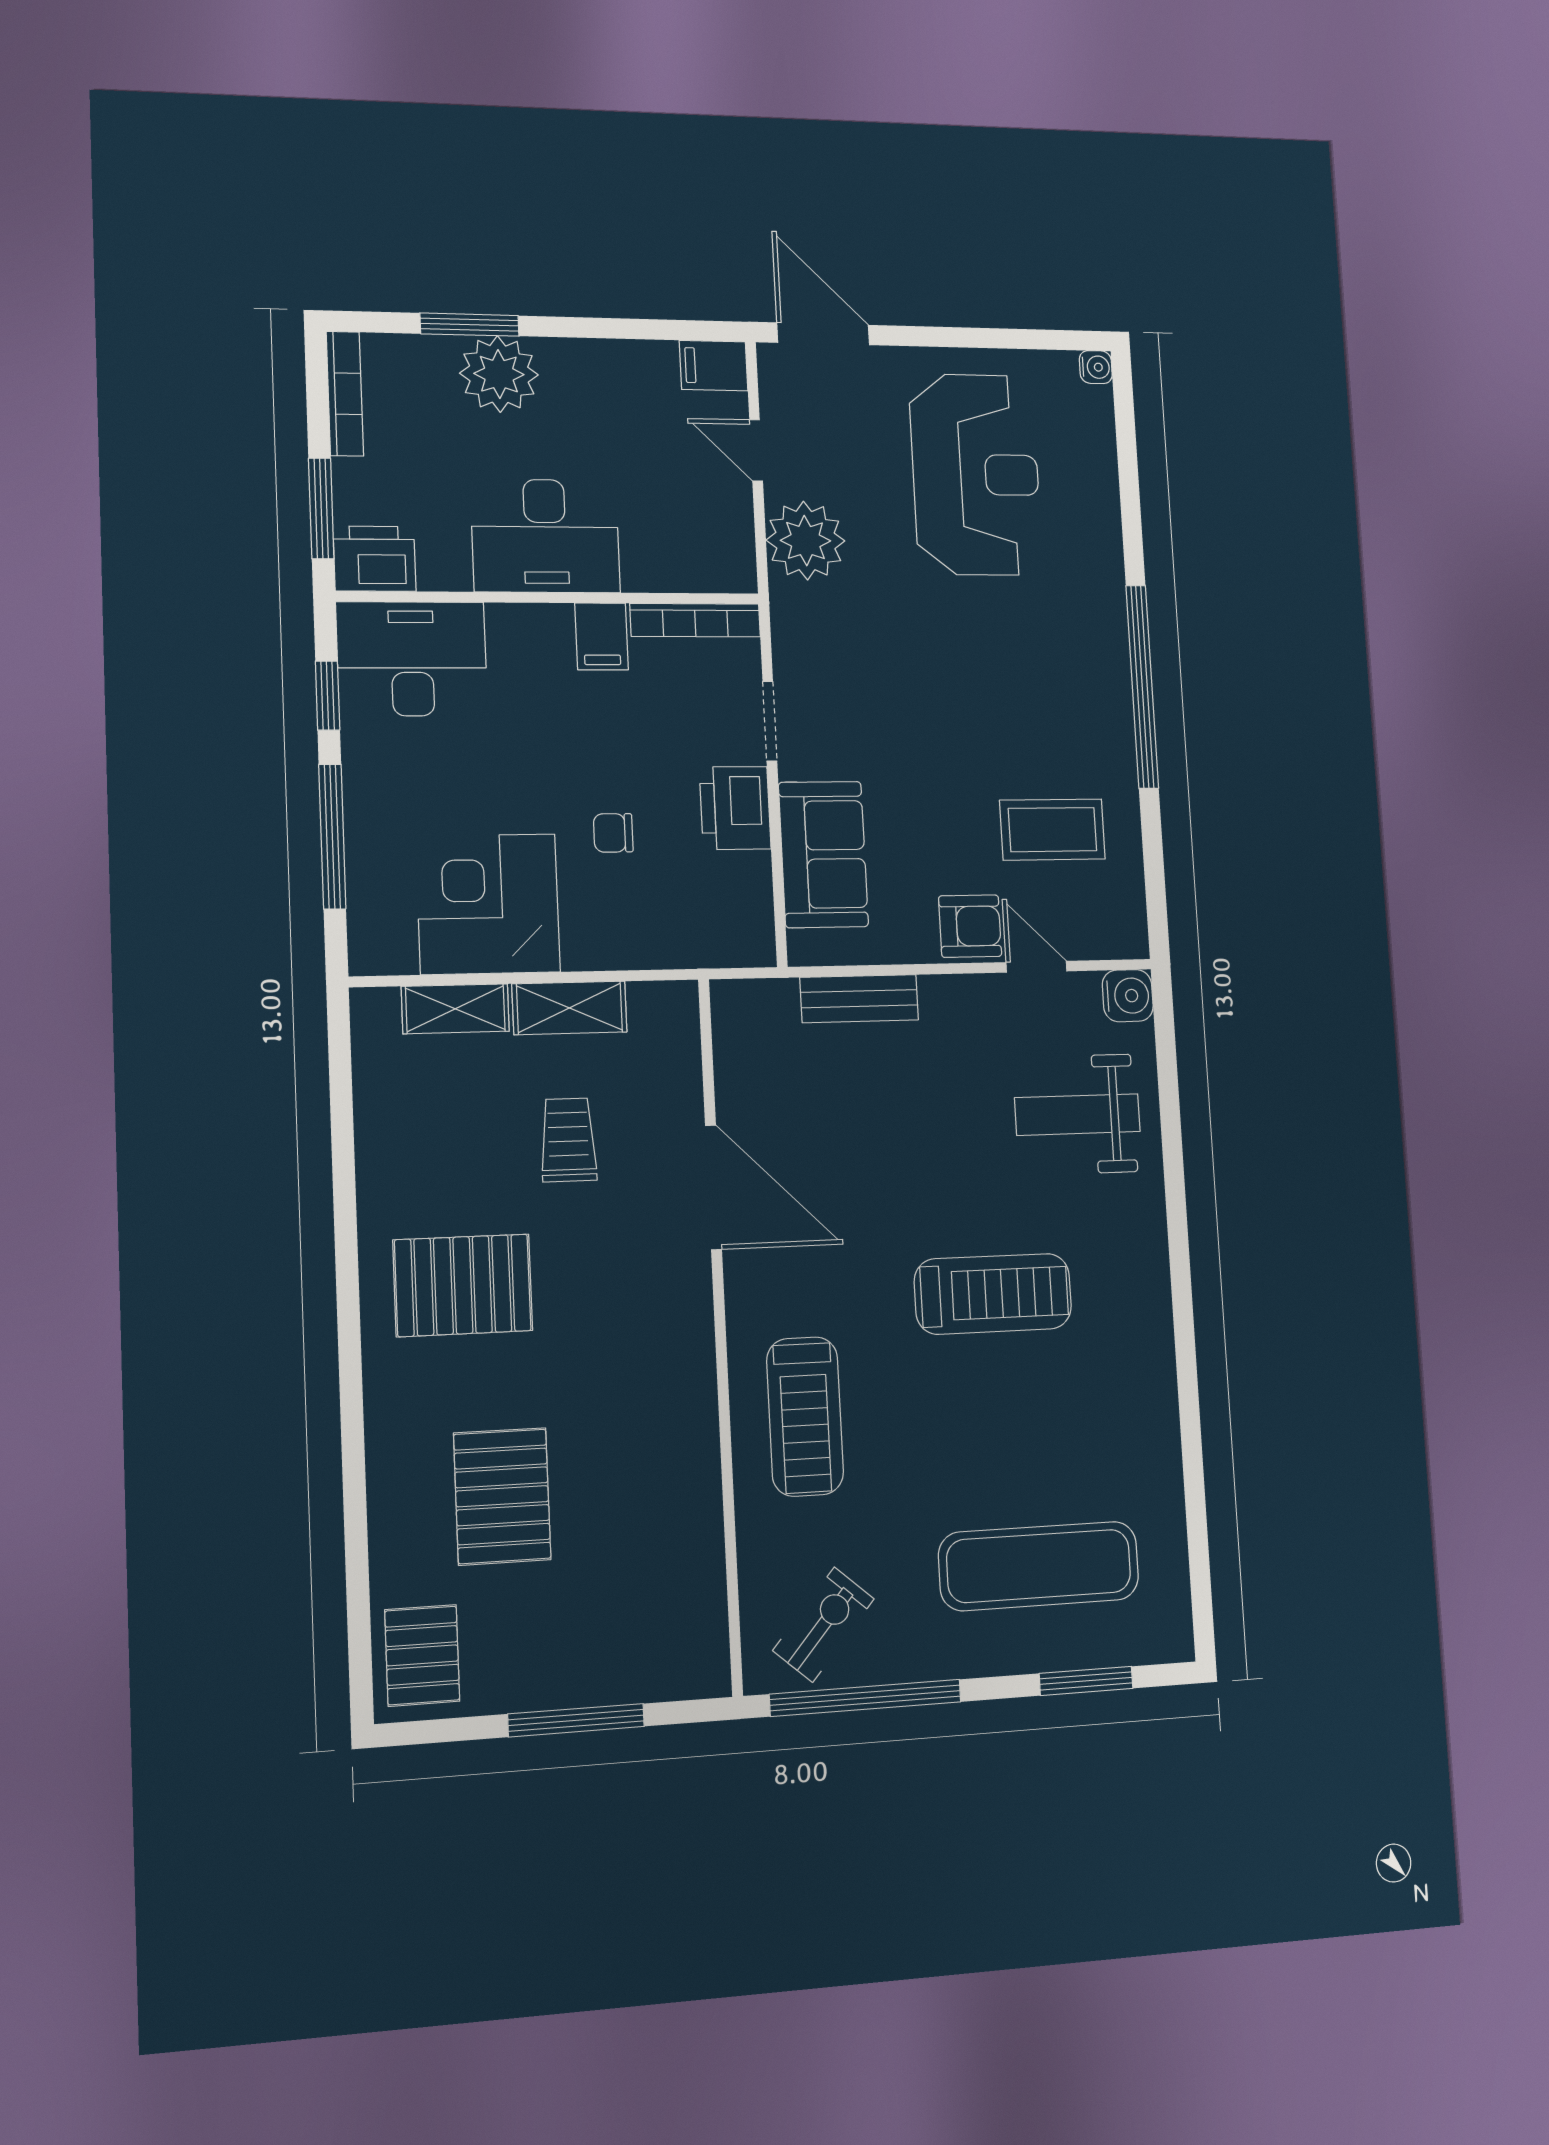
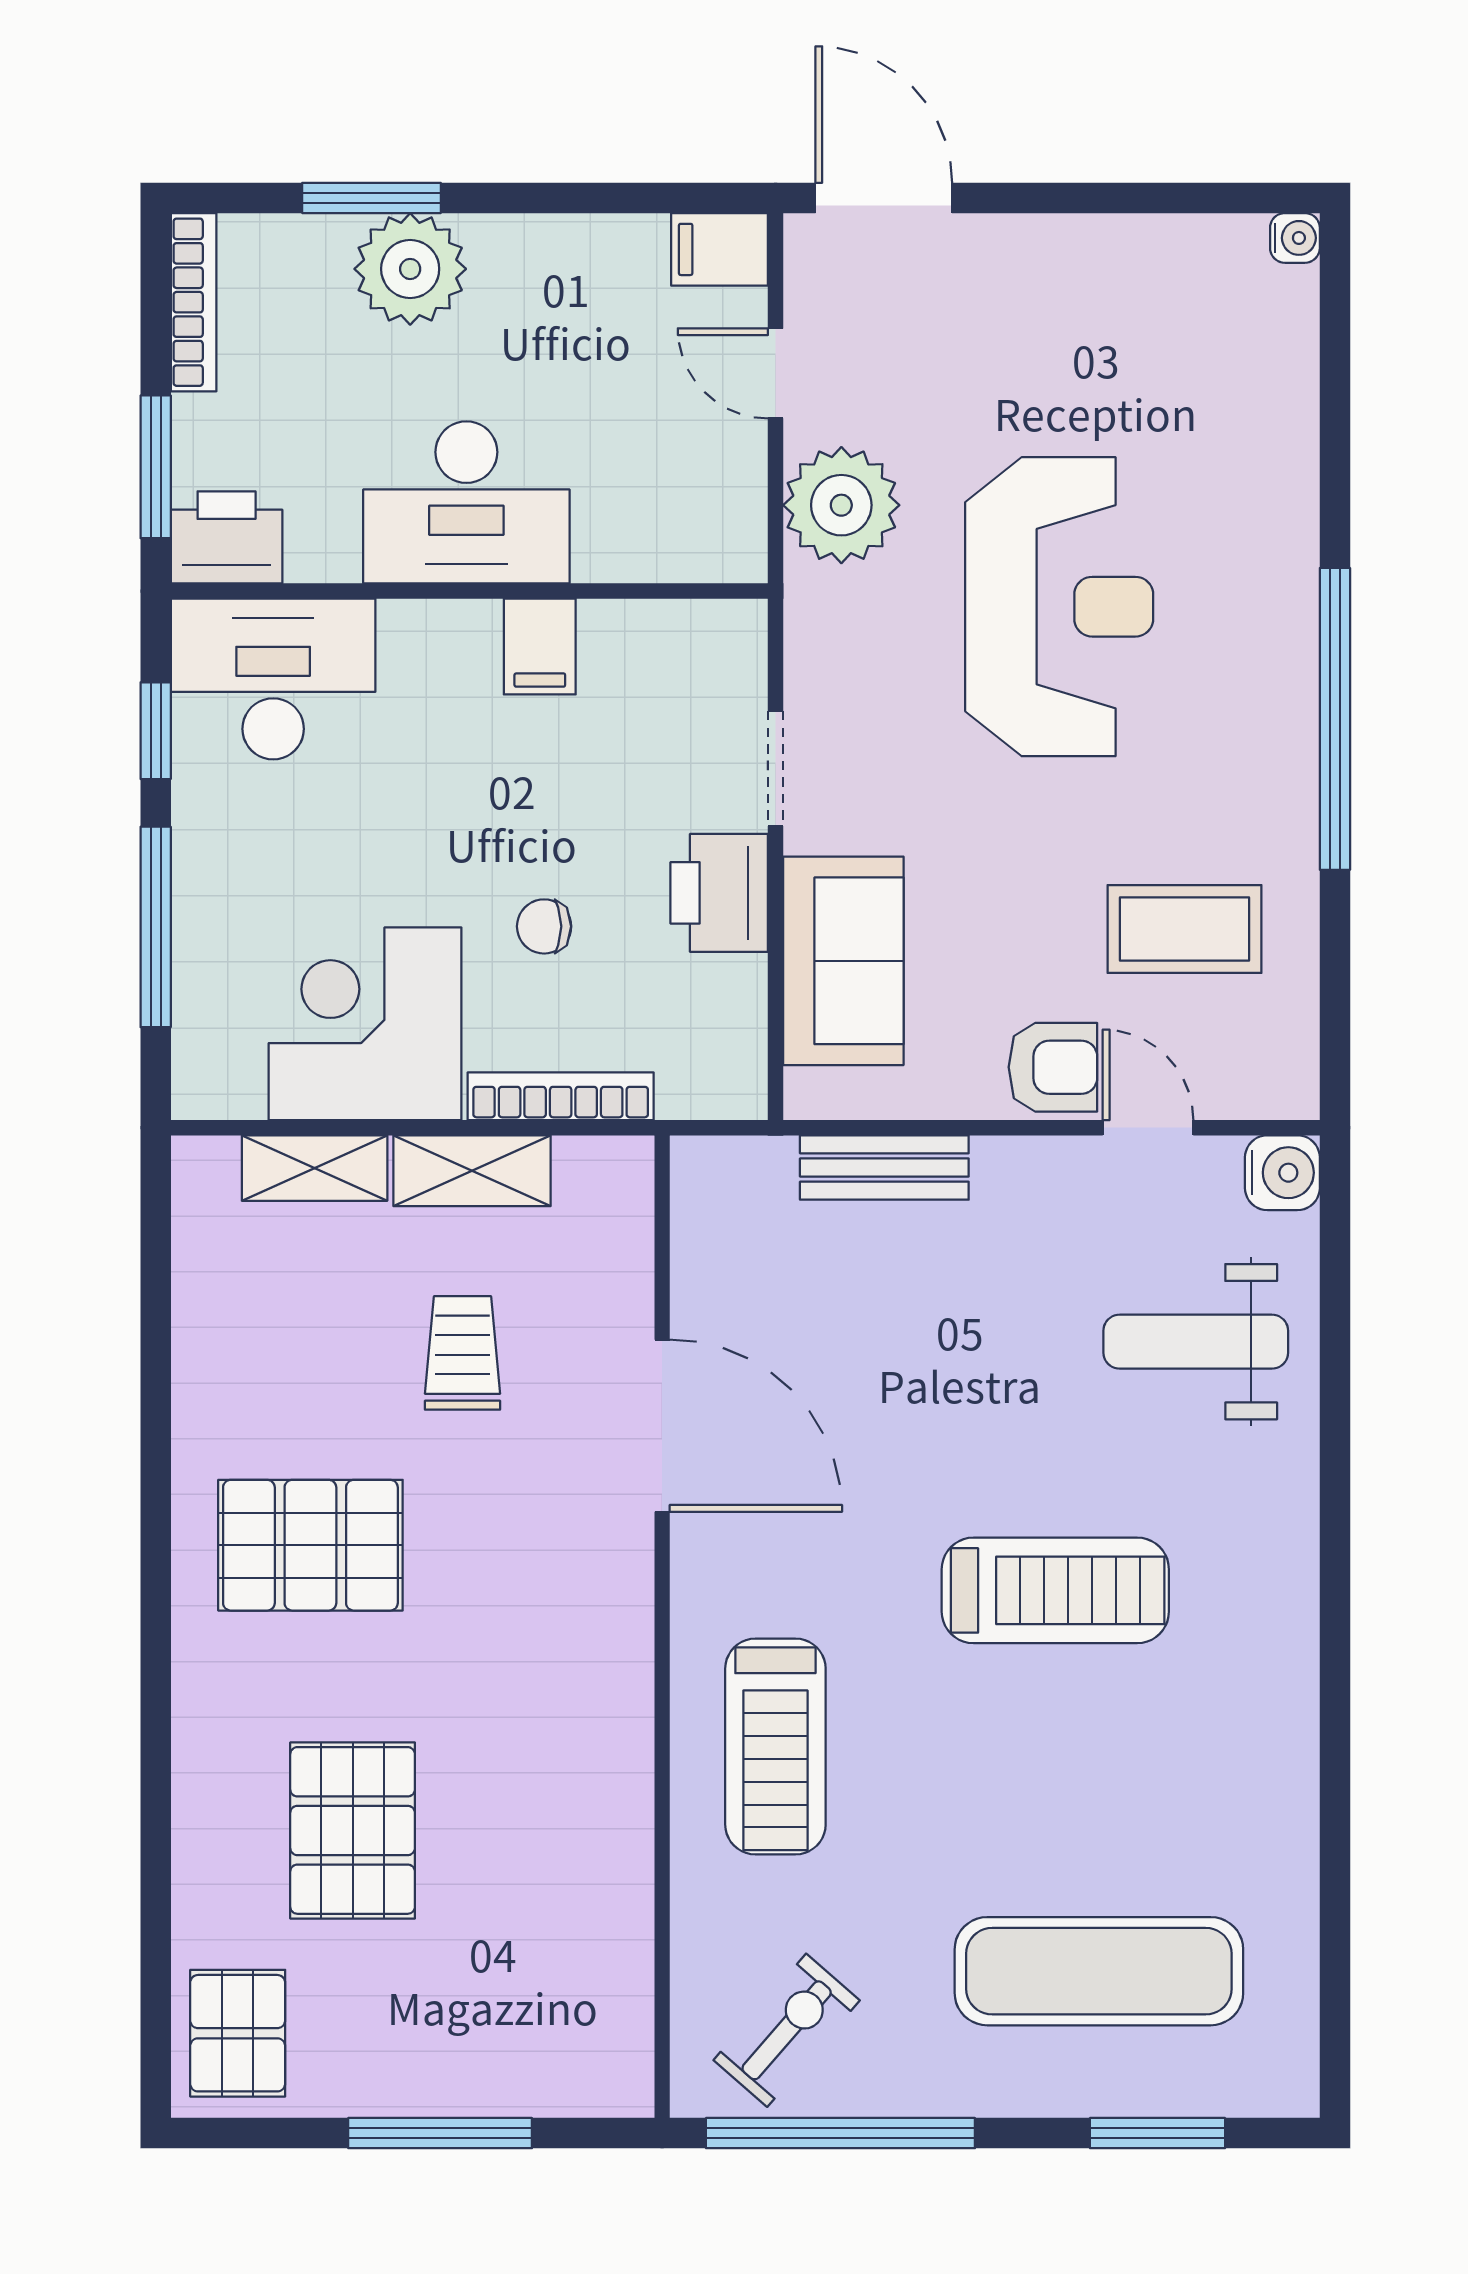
reception desk: (976, 475) -> (1059, 607), moved
bookcase: (695, 620) -> (561, 1096), moved, turned 180

